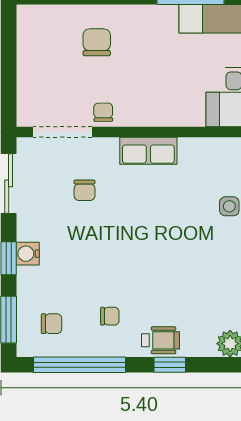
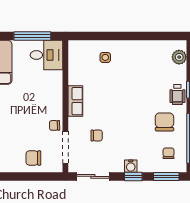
chair: (97, 42) -> (33, 158), moved
chair: (110, 316) -> (164, 122), width x1.87, depth x1.87
wheelchair: (160, 340) -> (177, 95), turned 180

